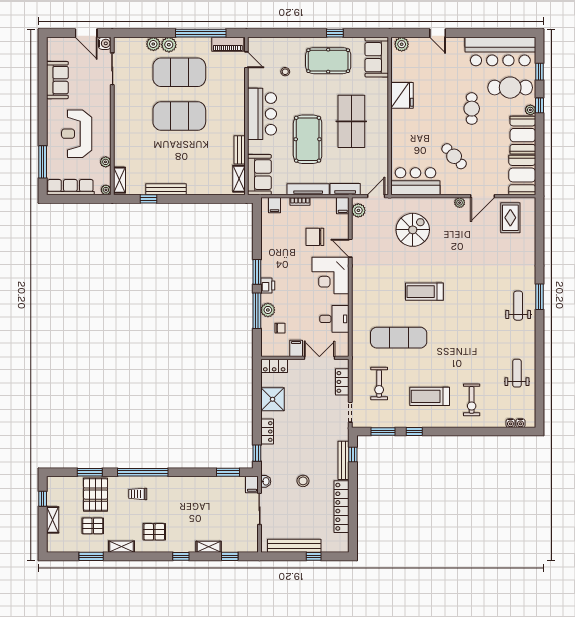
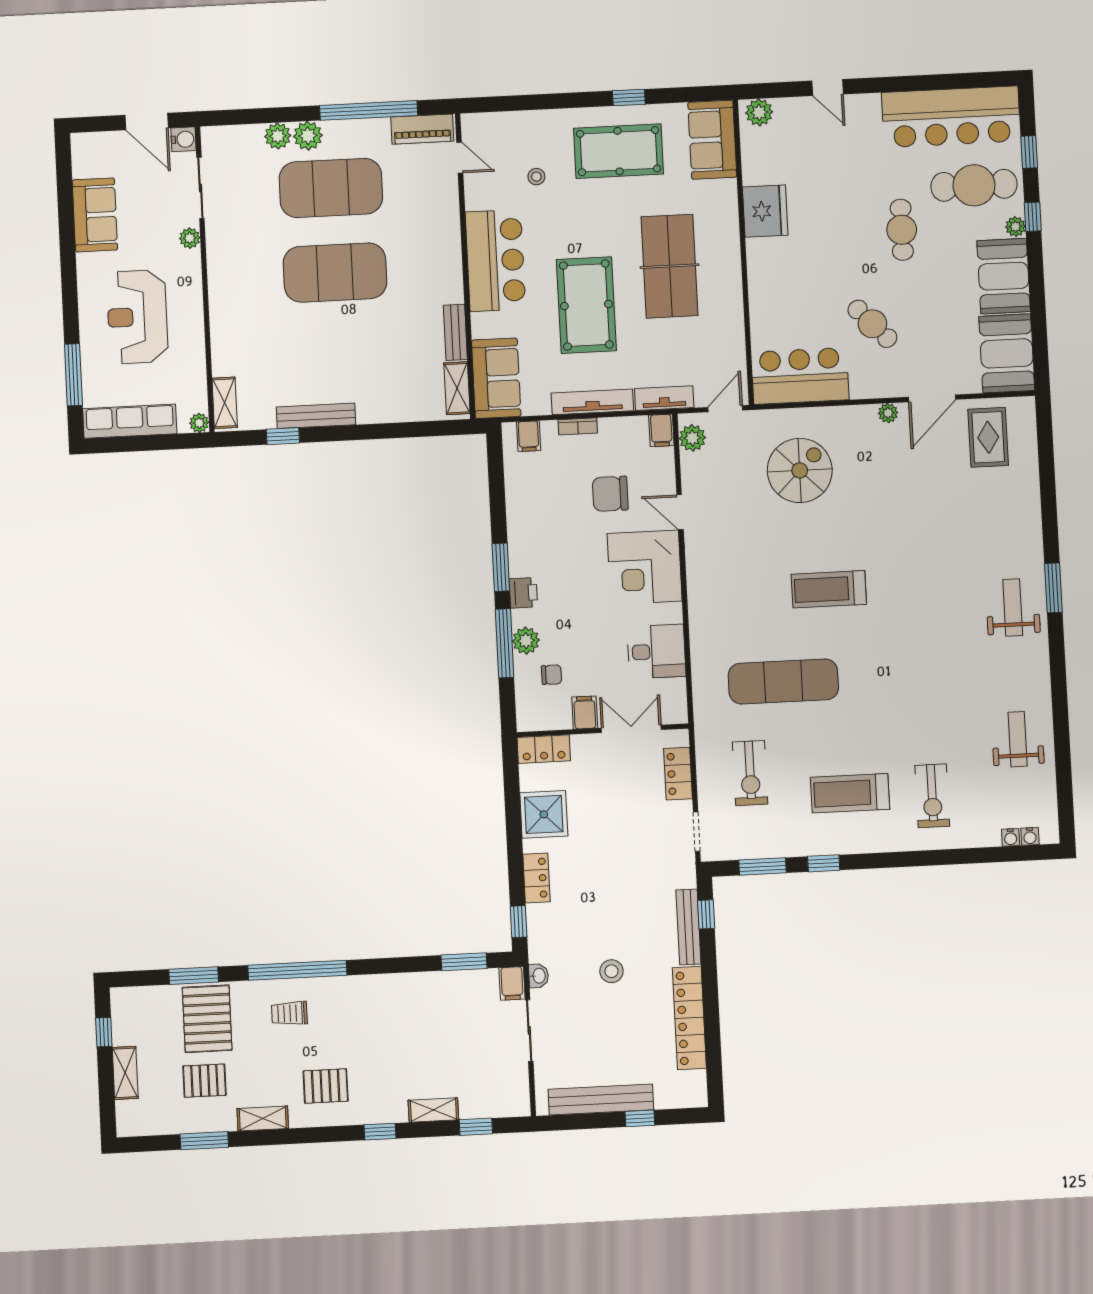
plant: (106, 162) -> (190, 238), moved

